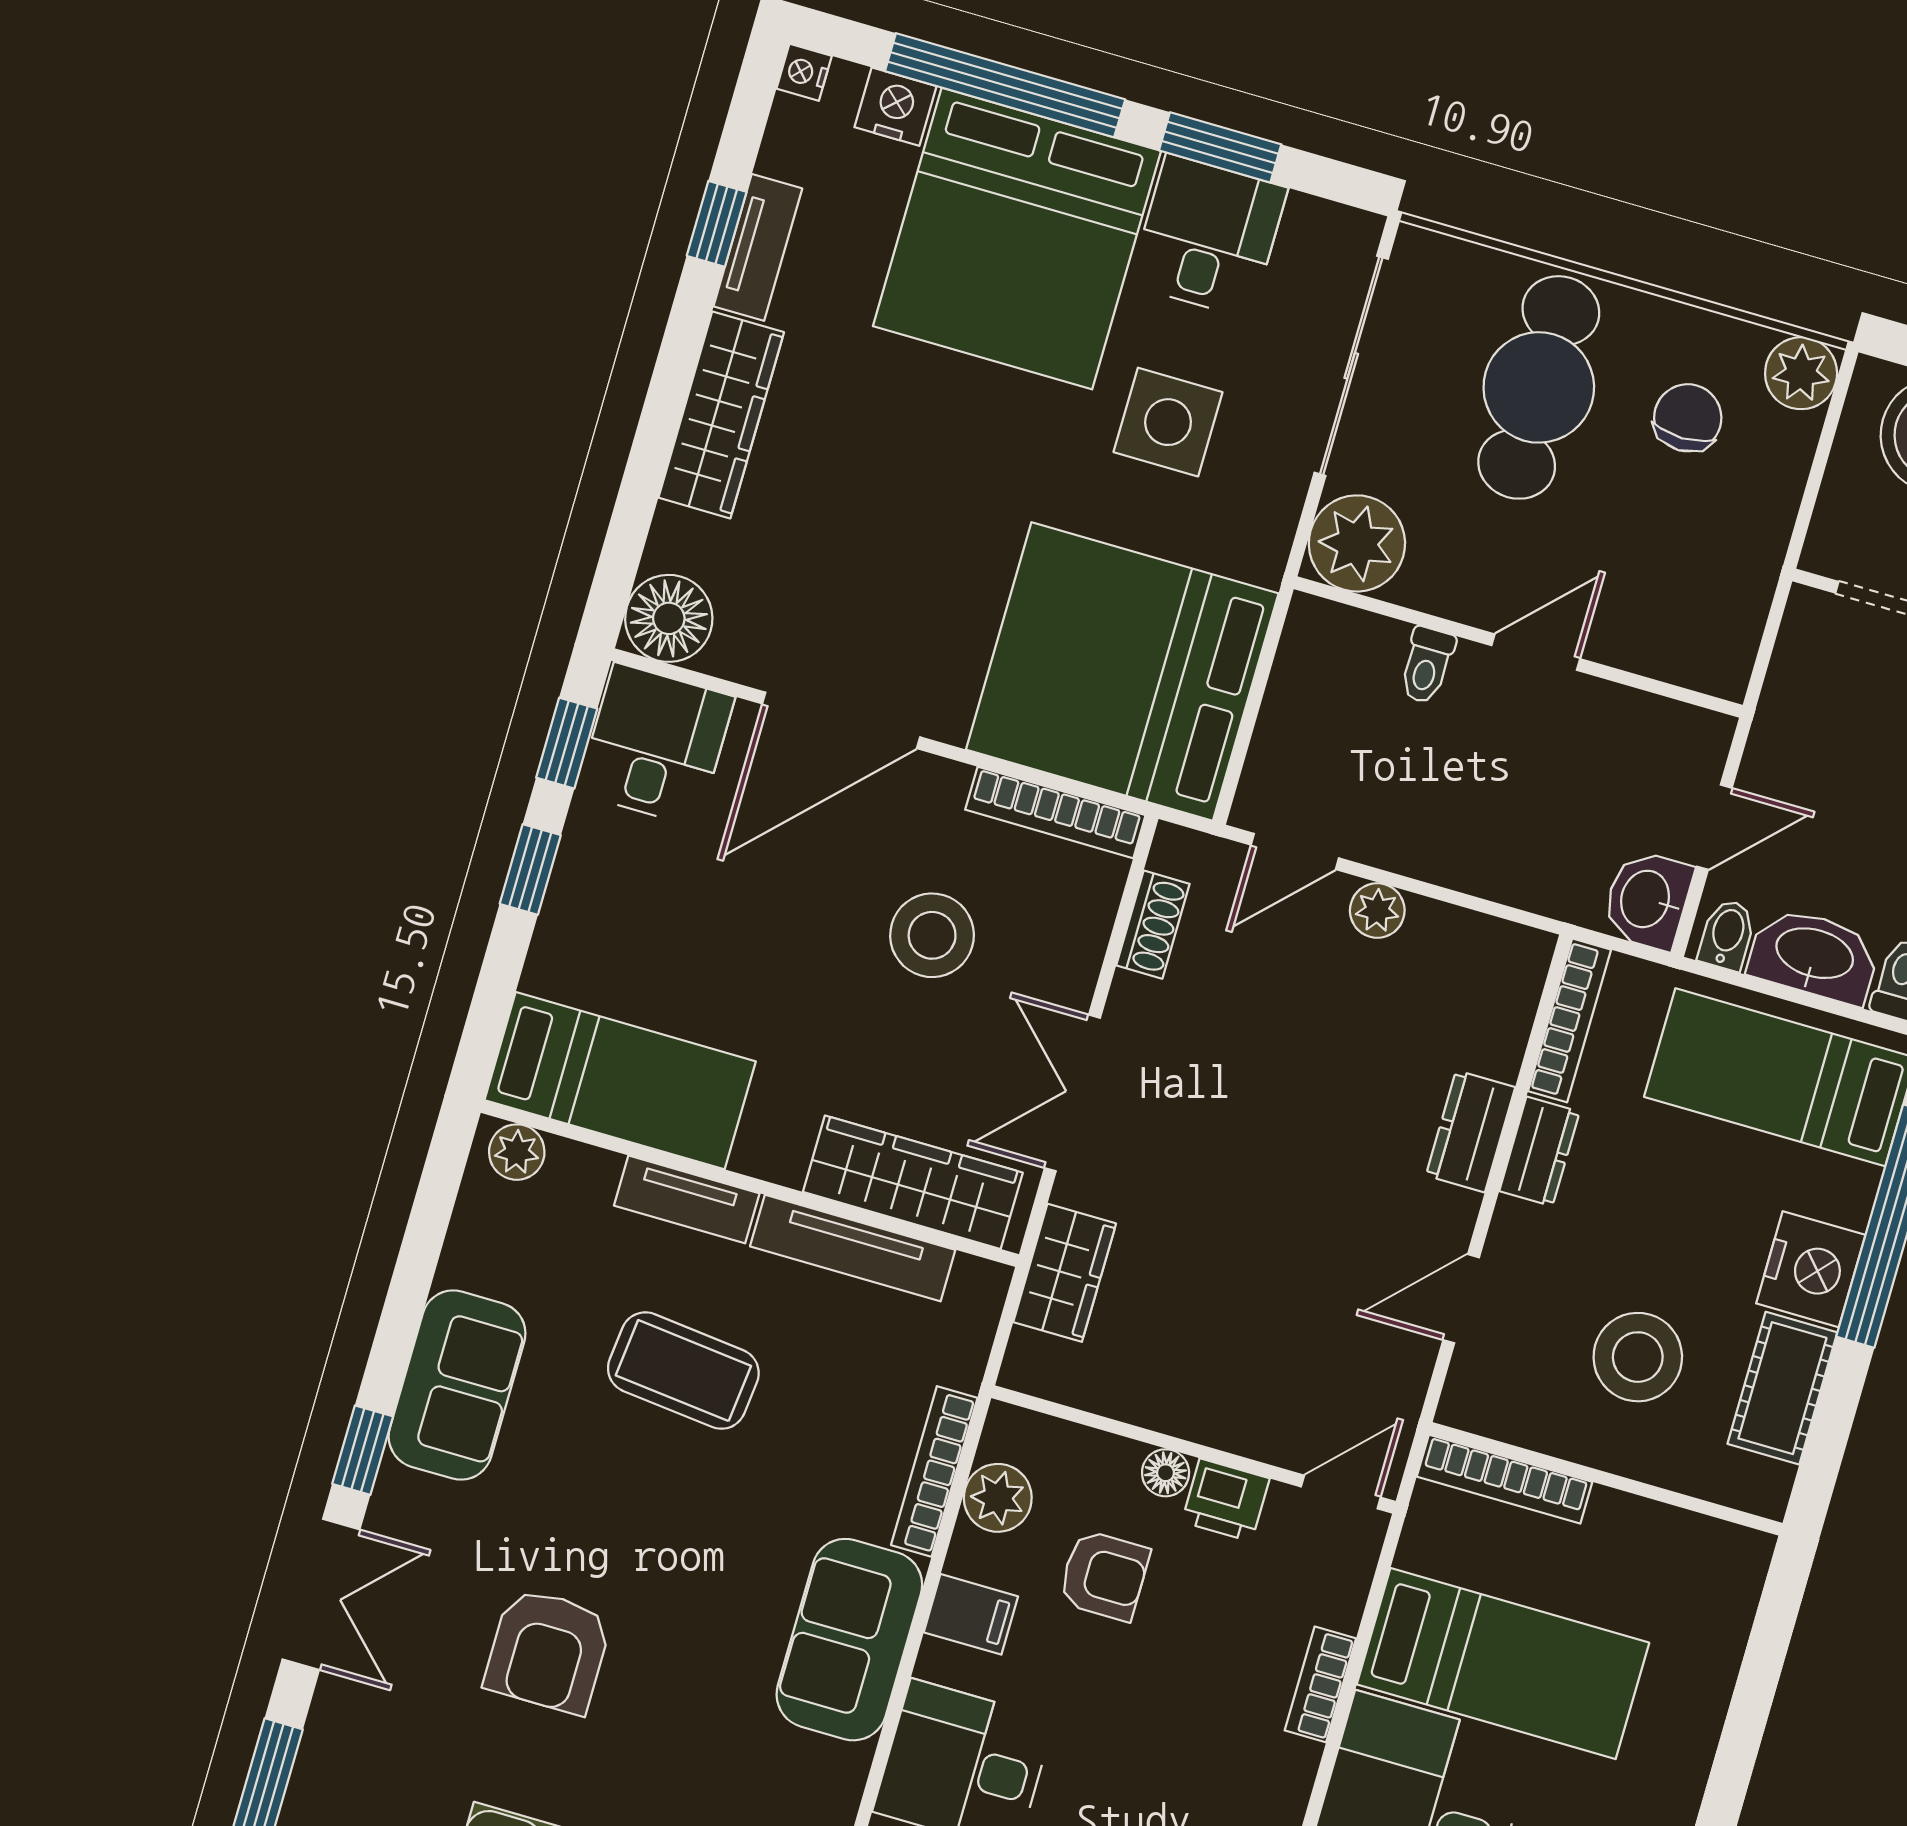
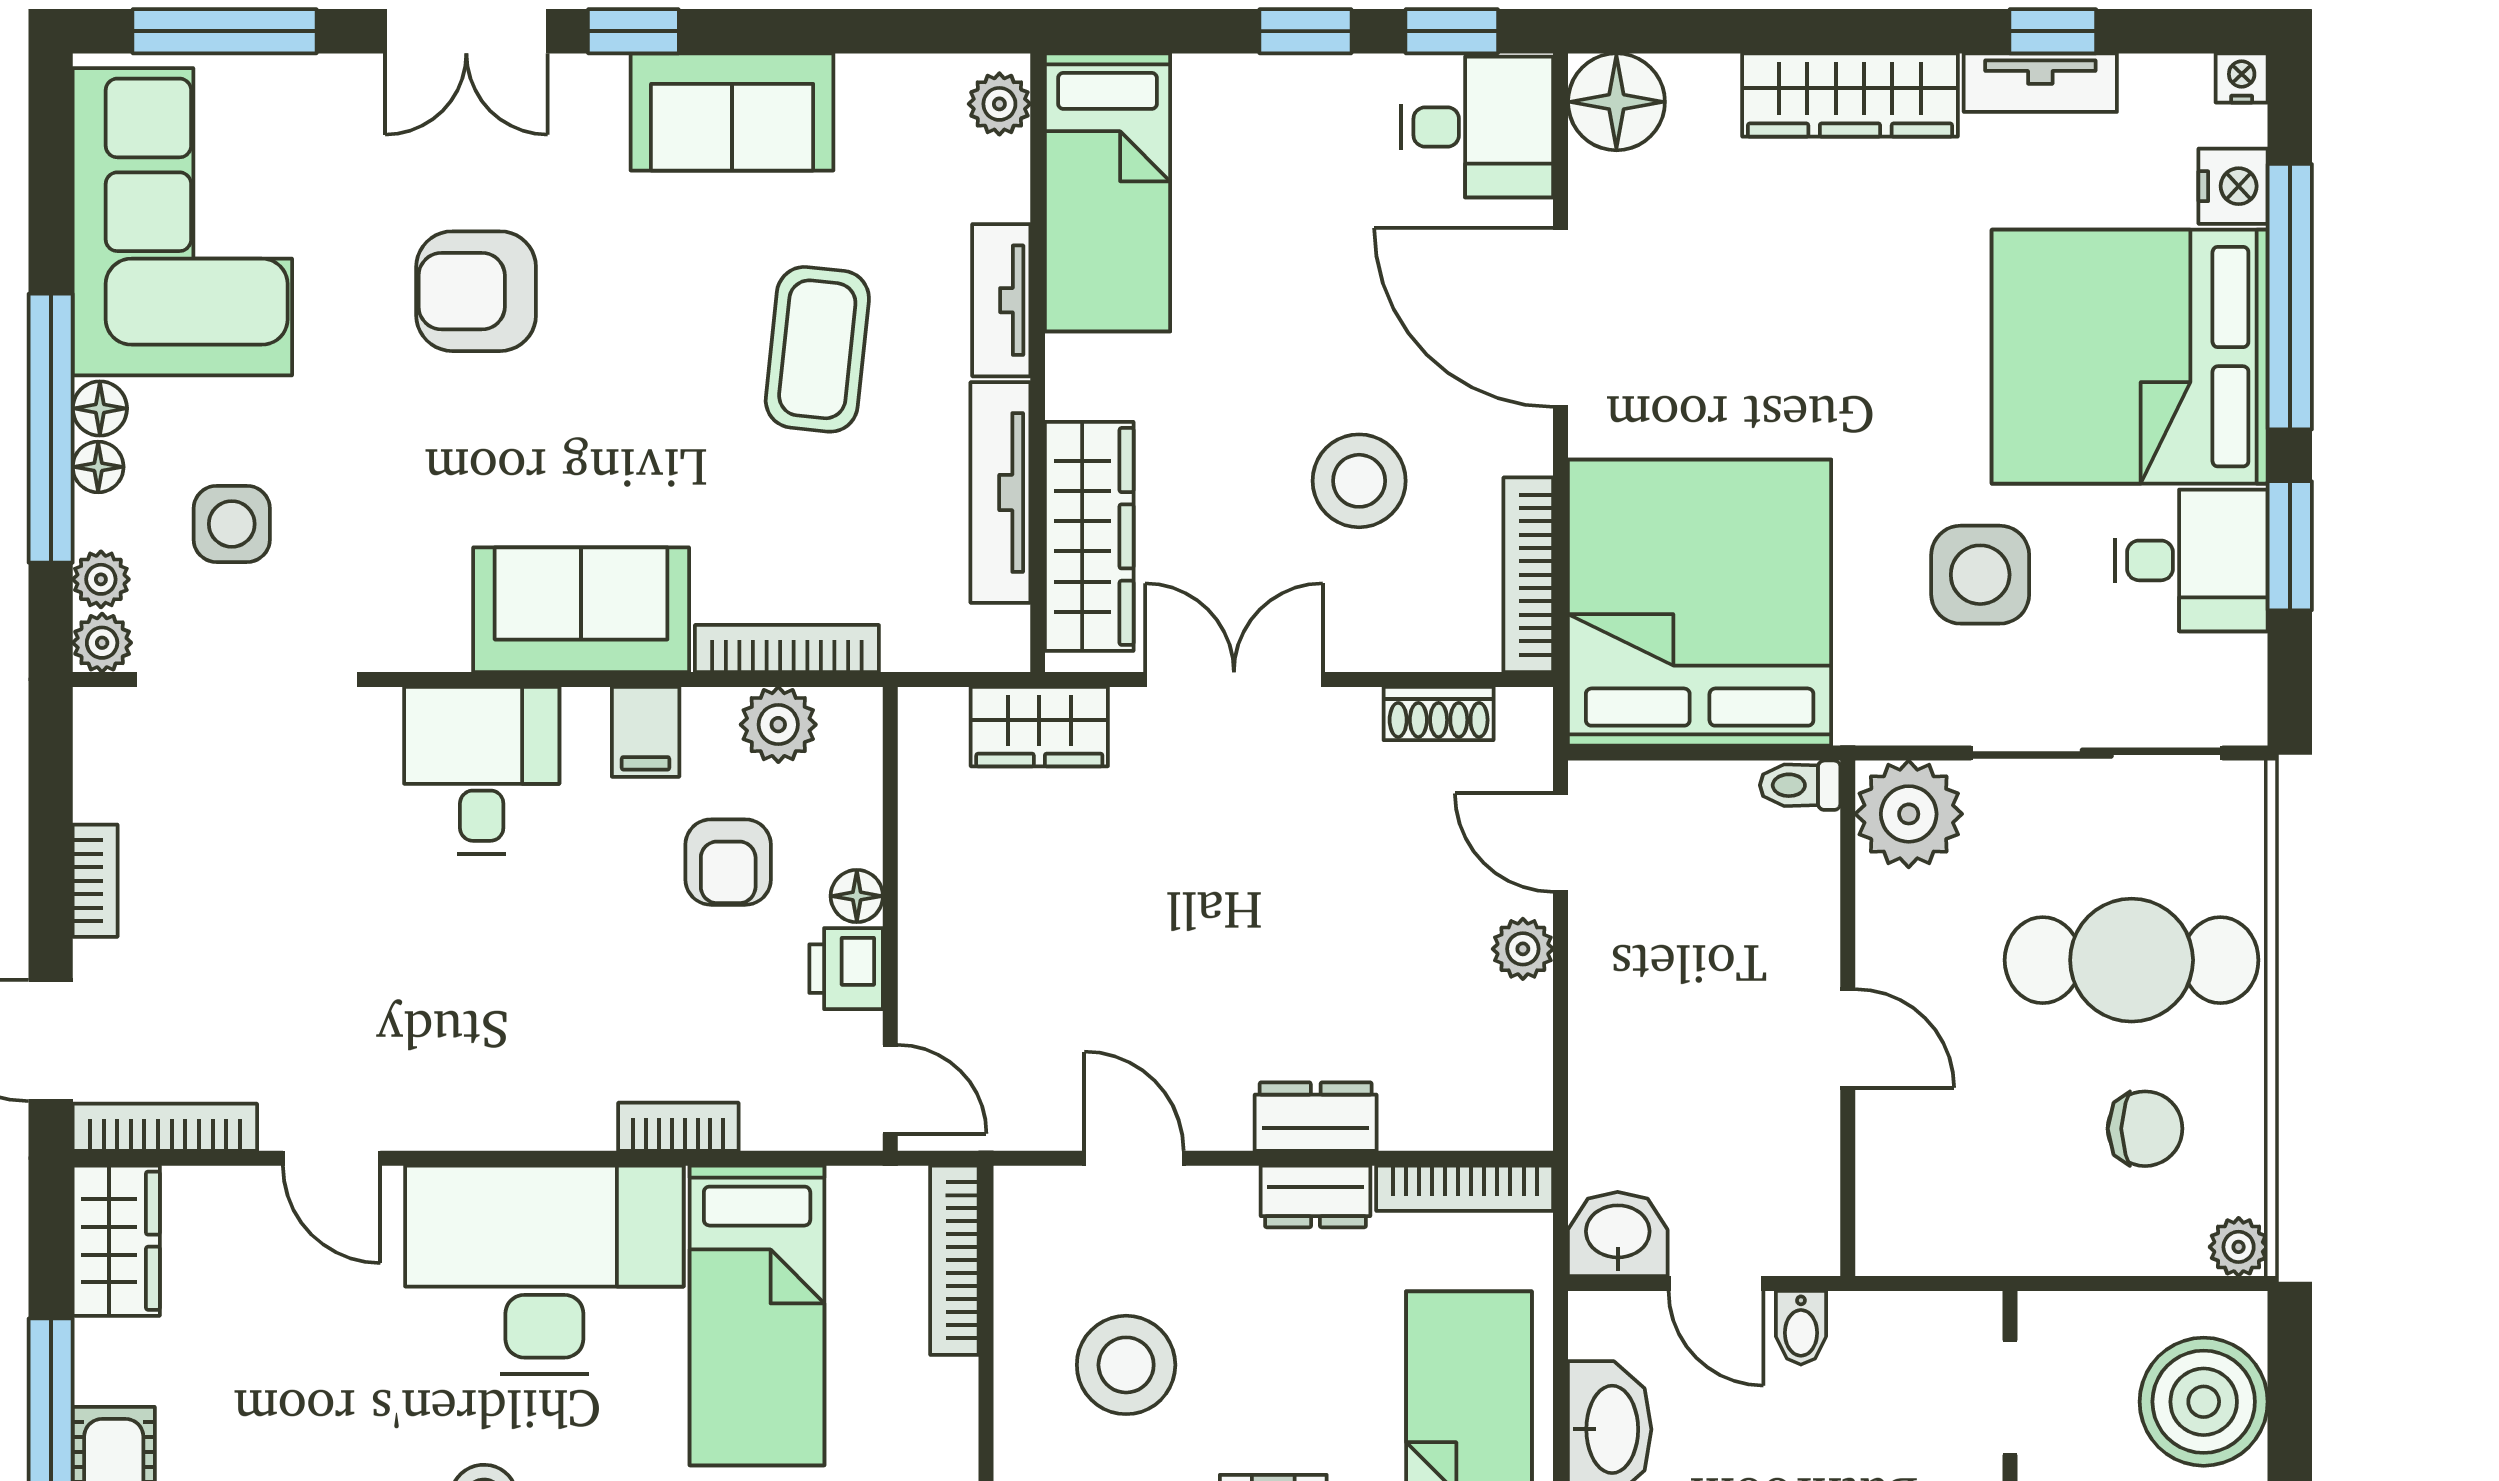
plant: (1801, 373) -> (2239, 1247), width x0.73, depth x0.73
toilet: (1427, 665) -> (1800, 785), moved
bidet: (1727, 935) -> (1801, 1328), moved, turned 90

